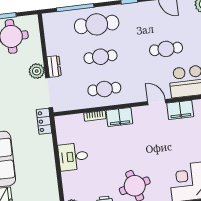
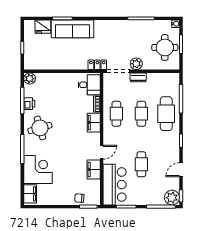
desk: (73, 157) -> (89, 85), moved, turned 90

